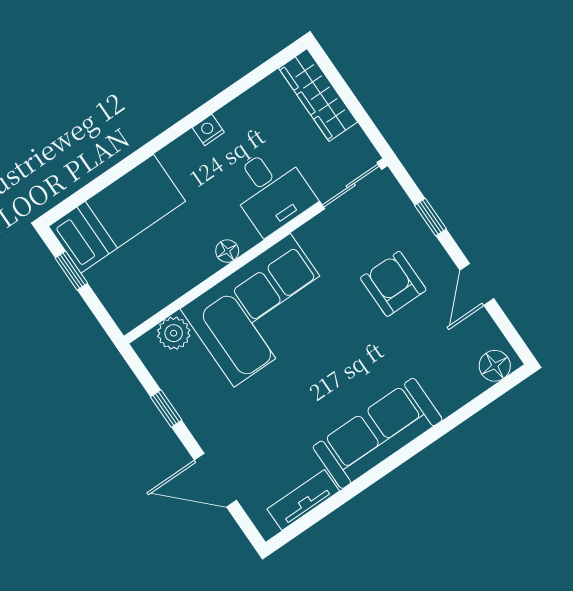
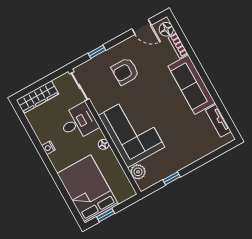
bed: (117, 214) -> (88, 189), width x1.50
door: (477, 284) -> (142, 27), moved
bookcase: (461, 395) -> (178, 46), added
door: (215, 480) -> (206, 159), removed

